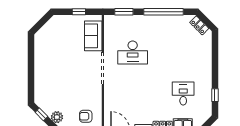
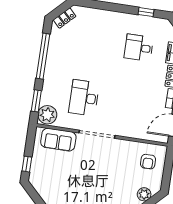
window: (79, 12) -> (27, 164), moved
plant: (113, 23) -> (47, 115), added
desk: (133, 53) -> (84, 98), turned 180

